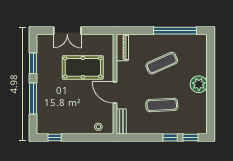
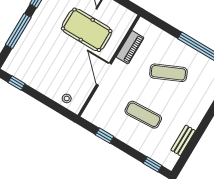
piano: (122, 47) -> (130, 47), moved
plant: (199, 84) -> (193, 116), removed
bench: (121, 121) -> (183, 140), moved
window: (170, 137) -> (105, 136), moved

